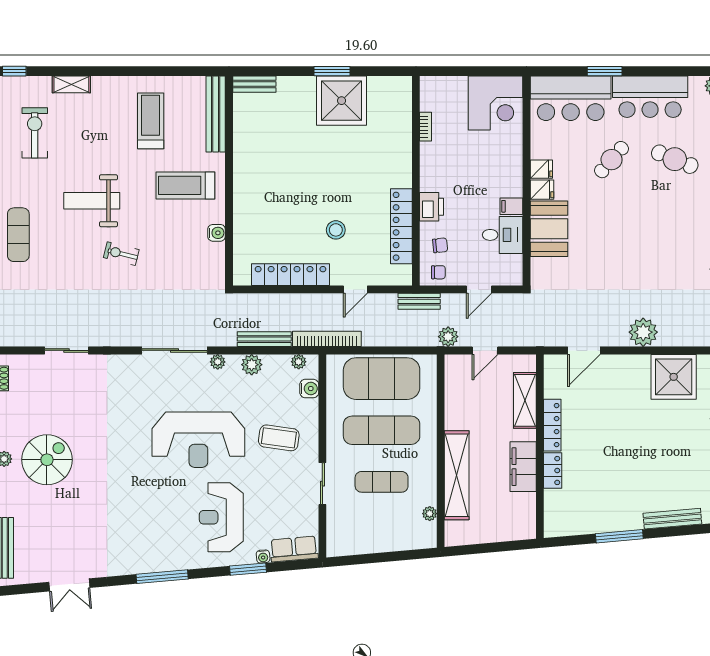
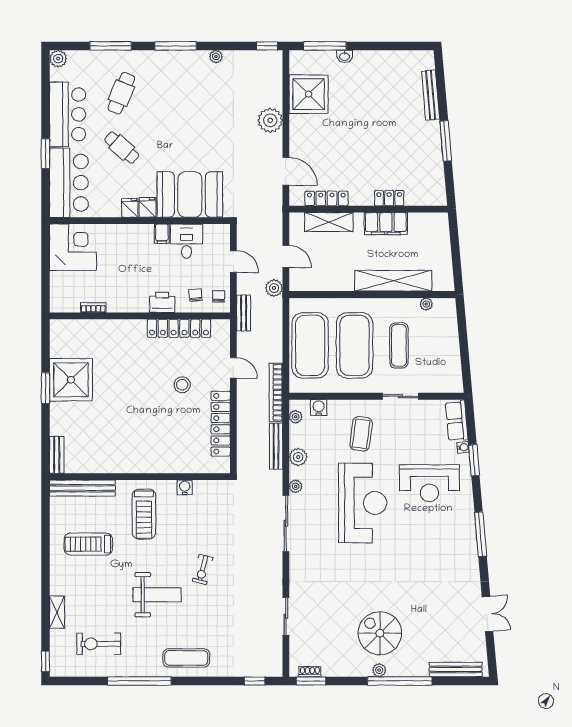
weight bench: (92, 201) -> (157, 595), turned -90
booth: (549, 229) -> (190, 194), width x1.36, depth x1.42
locker: (552, 425) -> (326, 198), moved
exercise mat: (382, 430) -> (354, 345), width x1.47

